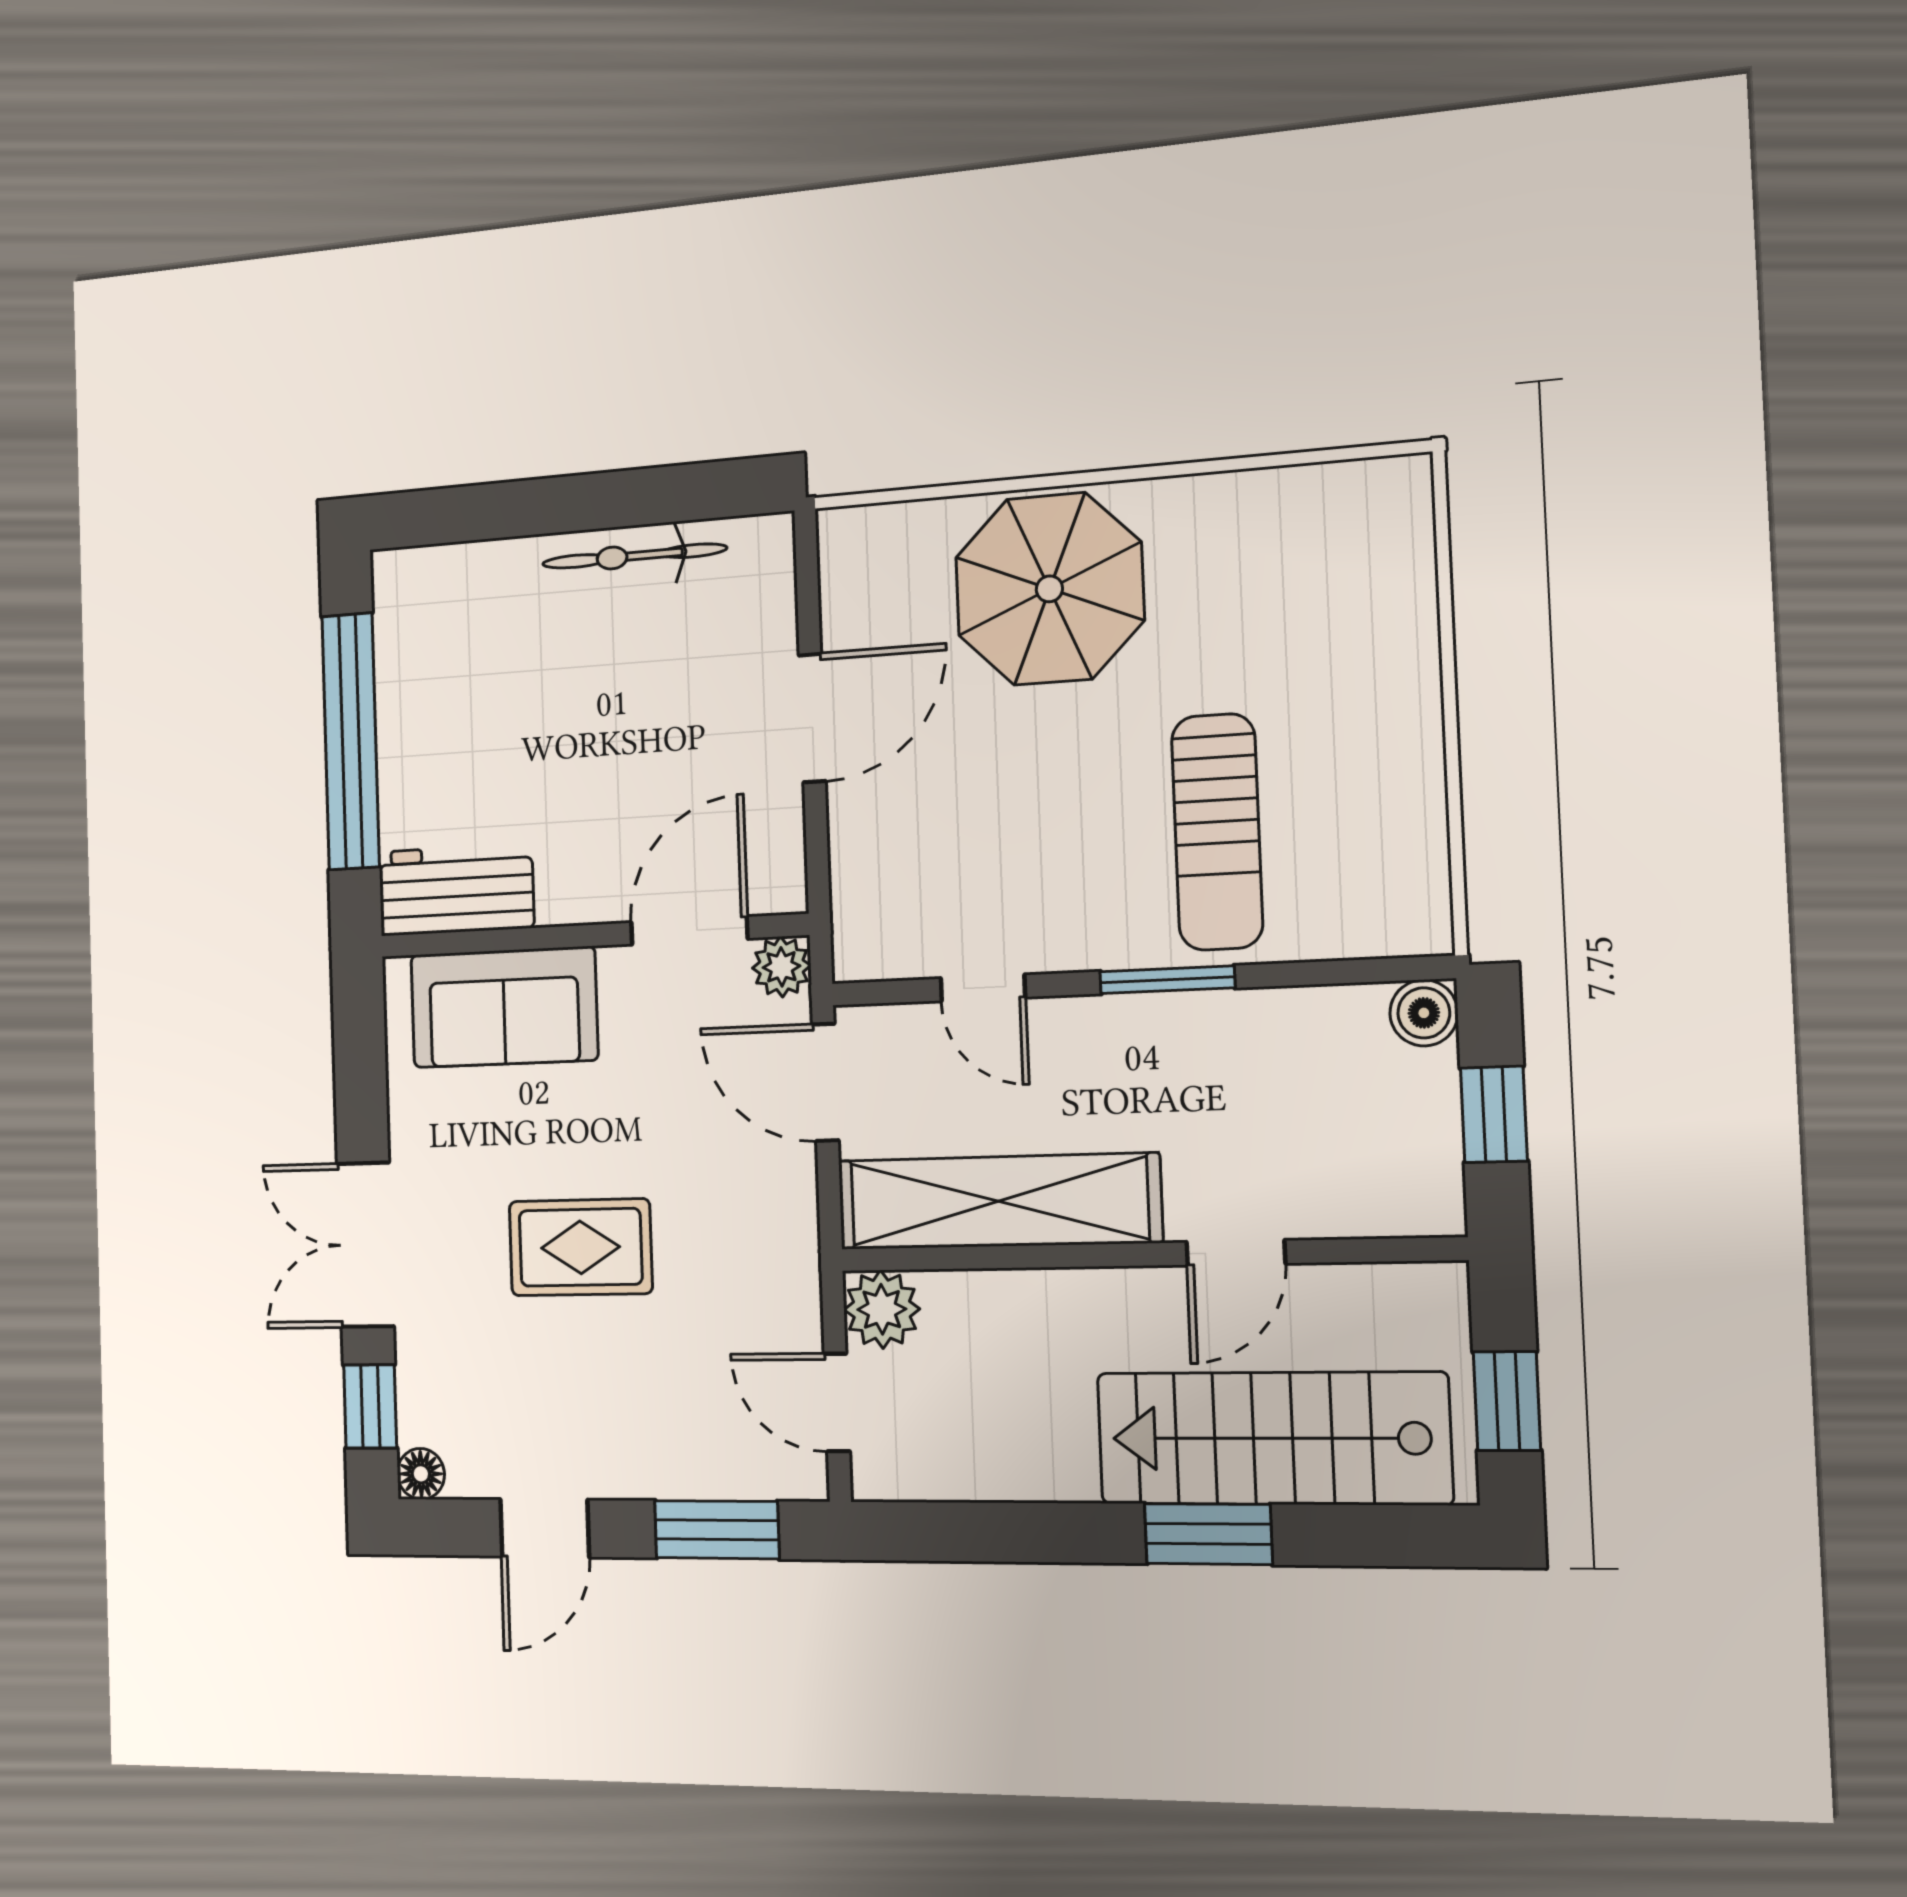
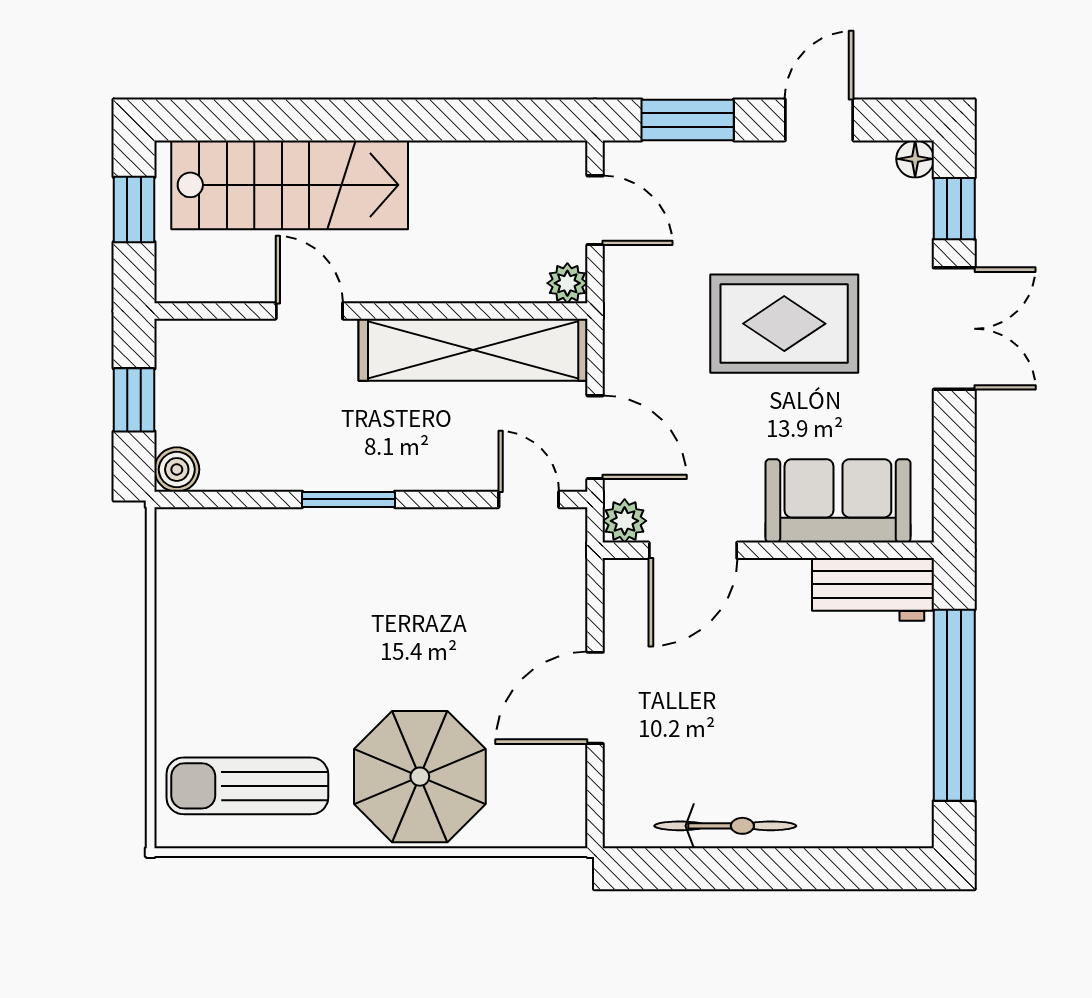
sun lounger: (1217, 832) -> (247, 786), moved, turned -90
door: (983, 988) -> (529, 499), moved
rug: (580, 1247) -> (784, 324), width x1.36, depth x1.43
door: (1236, 1253) -> (309, 311), hinge flipped
plant: (882, 1309) -> (567, 283), width x0.73, depth x0.73
window: (1208, 1534) -> (336, 120), removed

